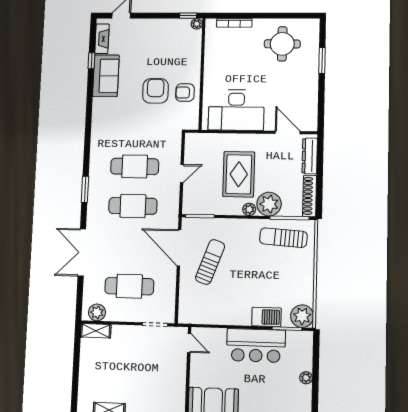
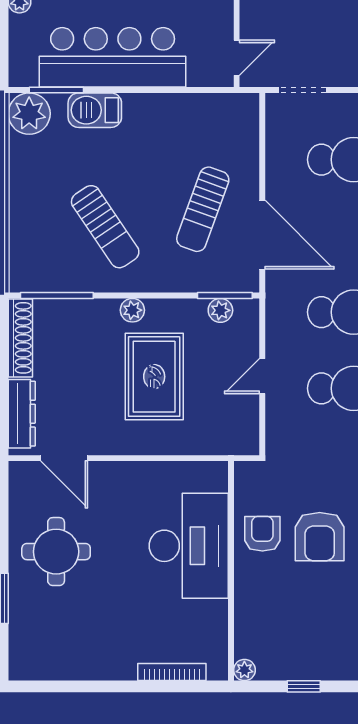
window: (188, 16) -> (304, 686), moved
round table: (282, 44) -> (56, 552), moved
armchair: (185, 93) -> (262, 534), turned -90
desk: (236, 110) -> (189, 546), moved, turned 90
plant: (269, 204) -> (220, 310), moved, width x0.53, depth x0.53
sun lounger: (283, 238) -> (105, 227), moved, turned 52
door: (189, 343) -> (237, 58), swing flipped
bar counter: (256, 345) -> (113, 57), width x1.36

